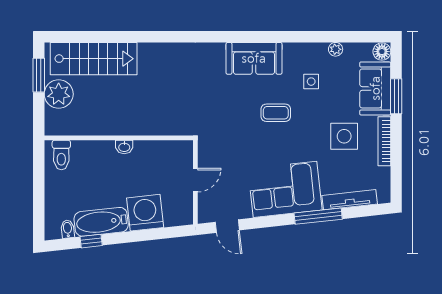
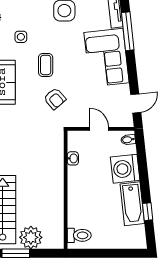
armchair: (233, 124) -> (55, 99), added
washbasin: (124, 147) -> (73, 158), moved
bidet: (68, 229) -> (128, 140), moved

